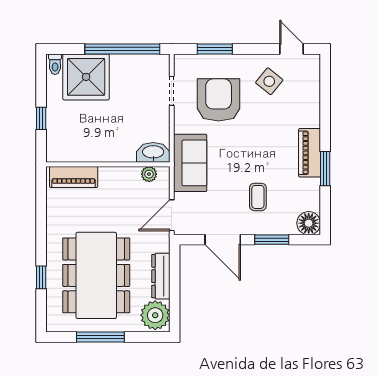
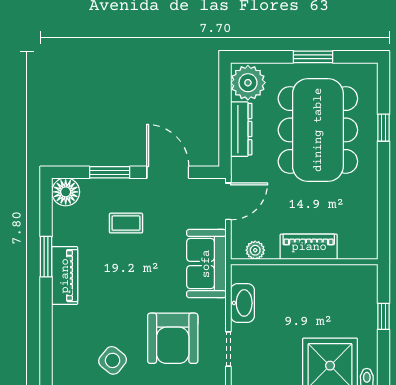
washbasin: (153, 152) -> (242, 303), moved, turned -90
piano: (74, 177) -> (309, 247), moved
coffee table: (258, 197) -> (126, 223), turned 90
window: (100, 337) -> (313, 57), width x0.69

